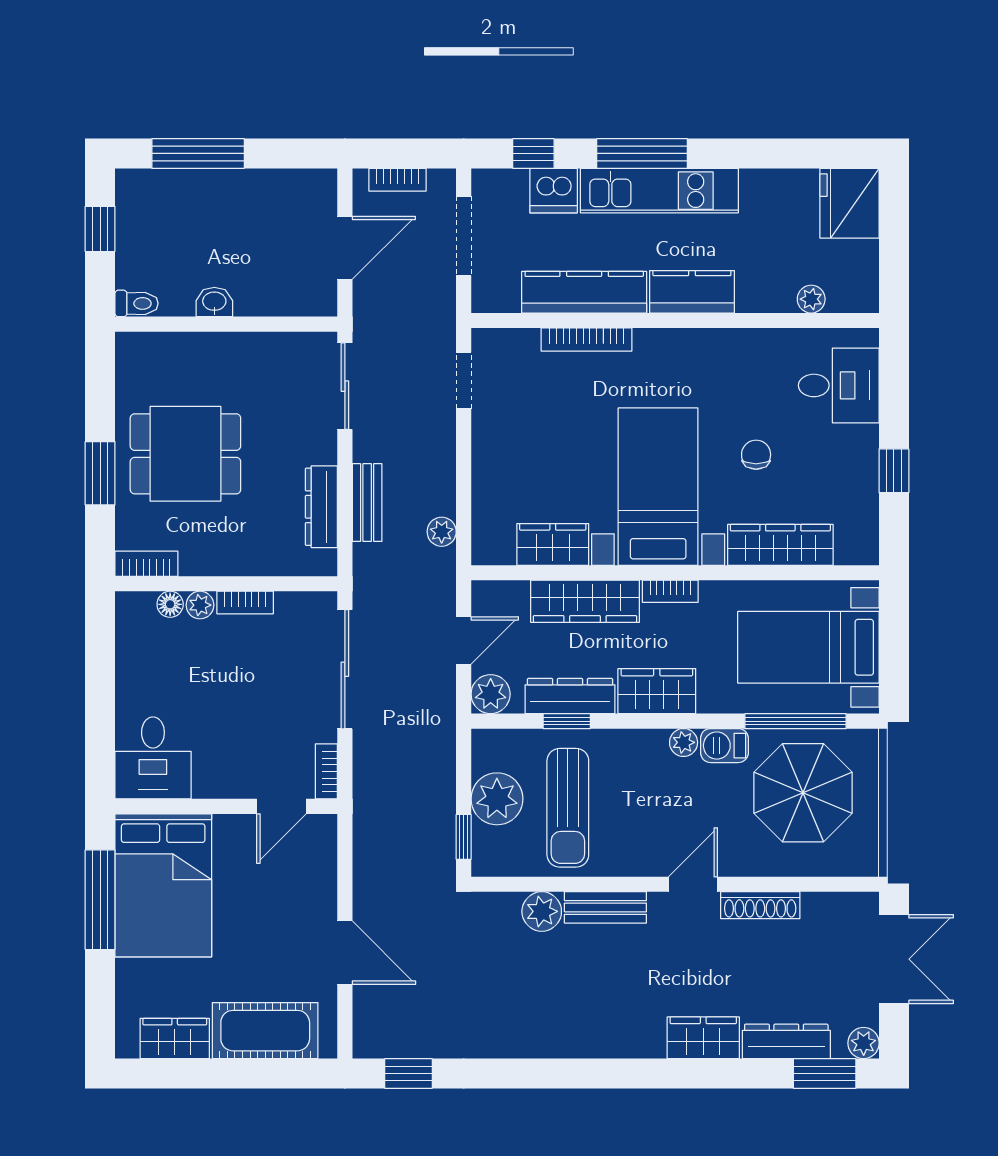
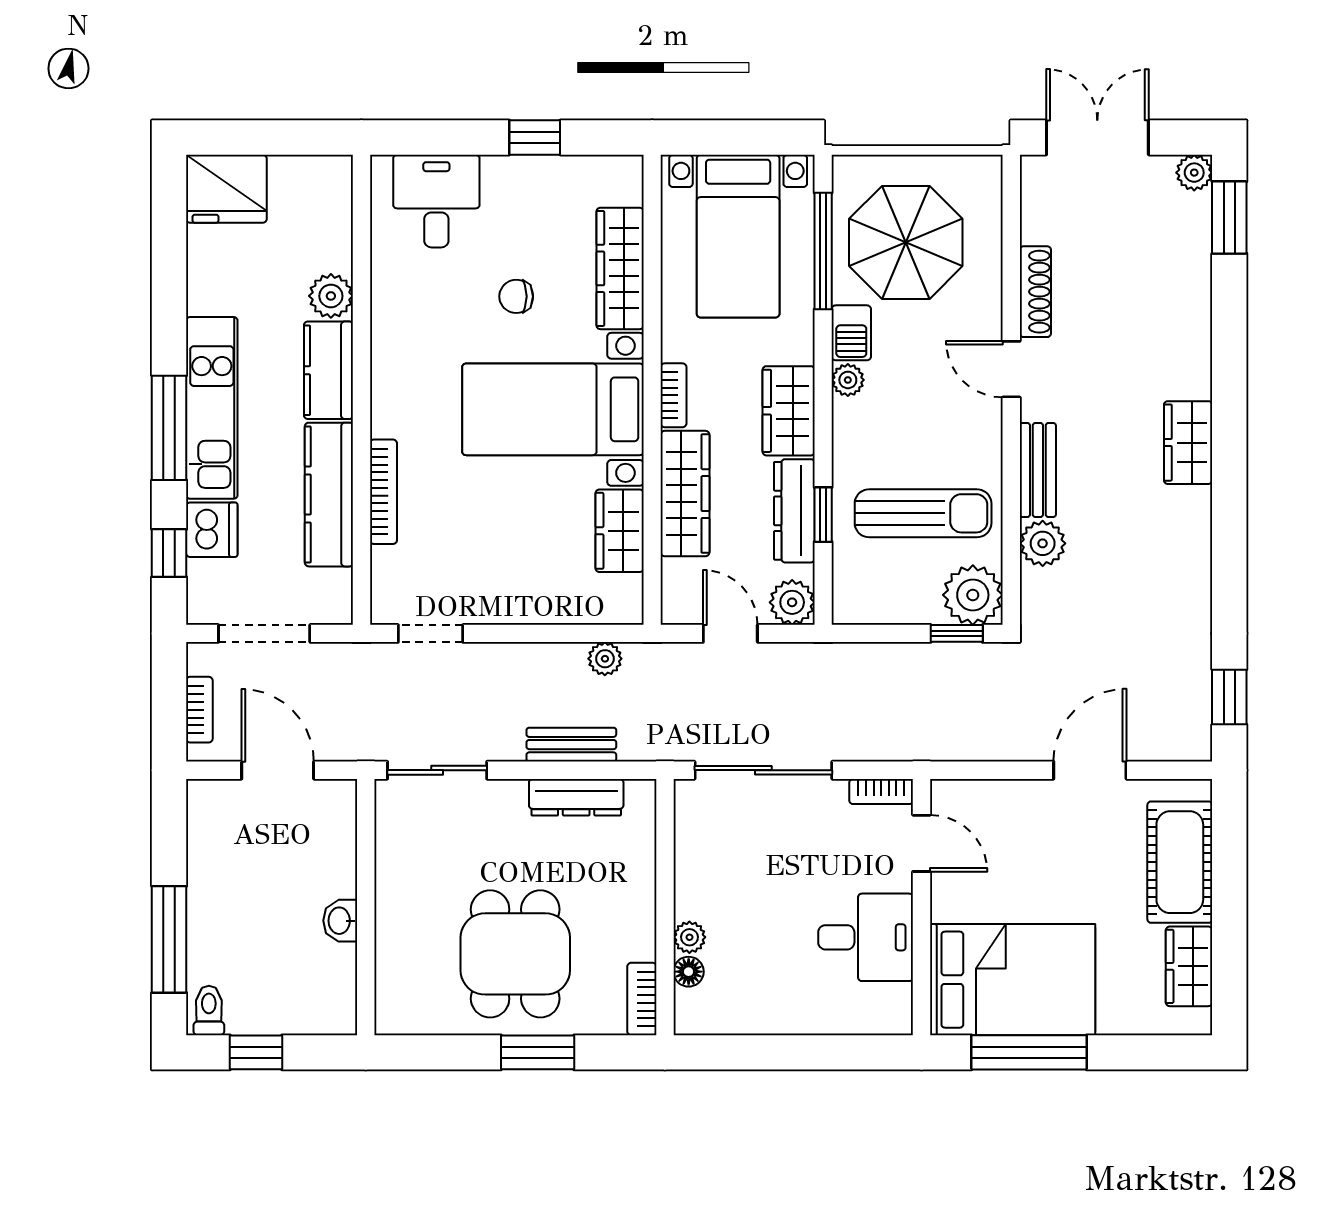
plant: (811, 299) -> (331, 296), moved, width x1.38, depth x1.38
toilet: (136, 303) -> (209, 1010), moved
bookcase: (245, 603) -> (687, 885), removed
desk: (153, 758) -> (866, 937), moved
plant: (497, 799) -> (973, 595), moved
wardrobe: (703, 1038) -> (1188, 443), moved
dresser: (786, 1041) -> (1192, 262), removed

